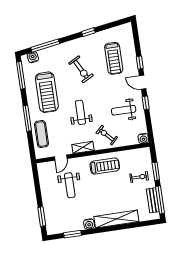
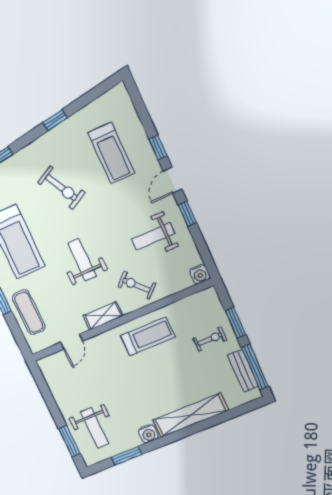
door: (143, 82) -> (172, 180), hinge flipped
weight bench: (70, 185) -> (94, 428), moved

